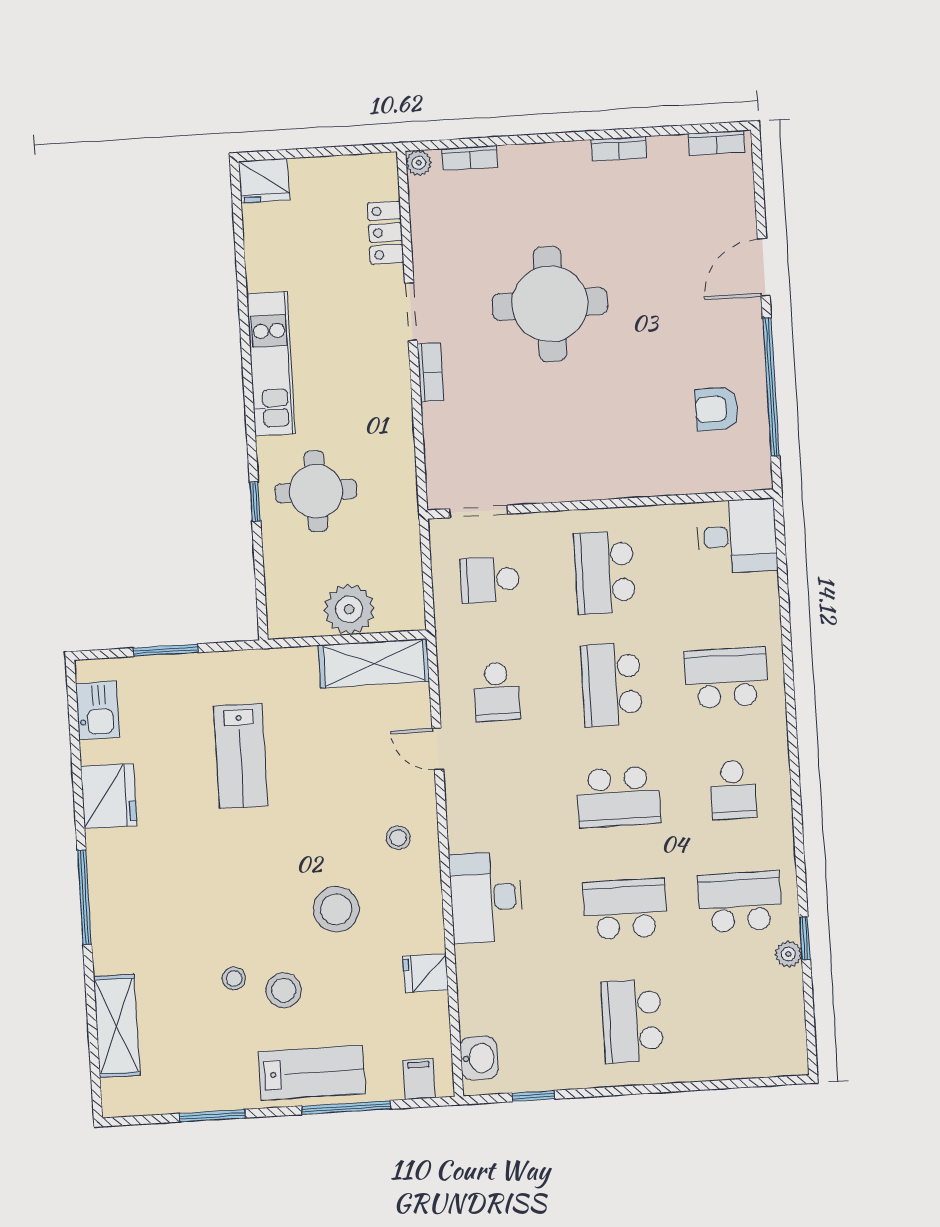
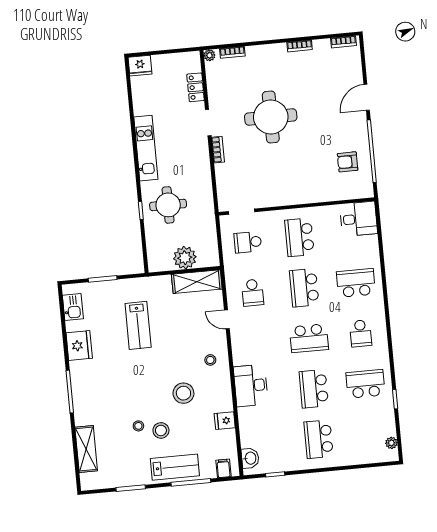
school desk: (625, 909) -> (314, 389), turned -90
plant: (788, 954) -> (391, 443), moved

